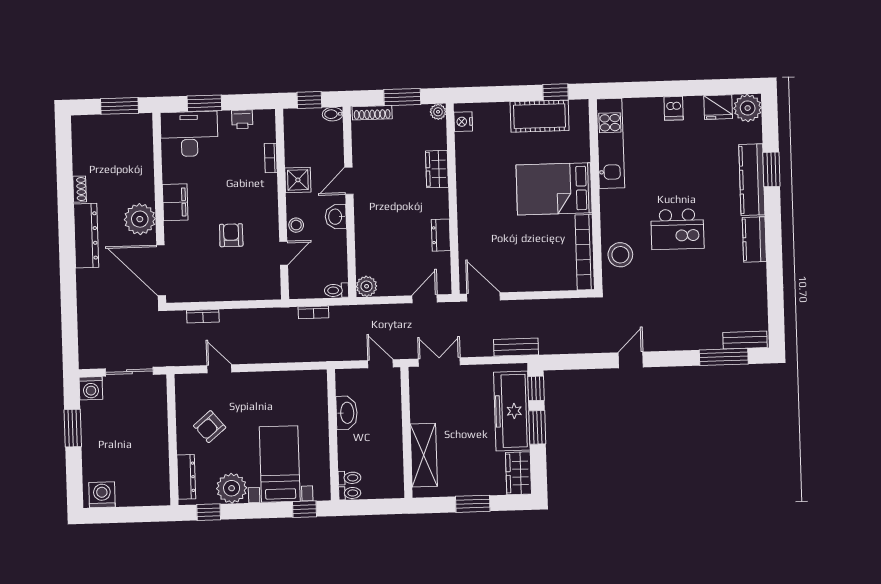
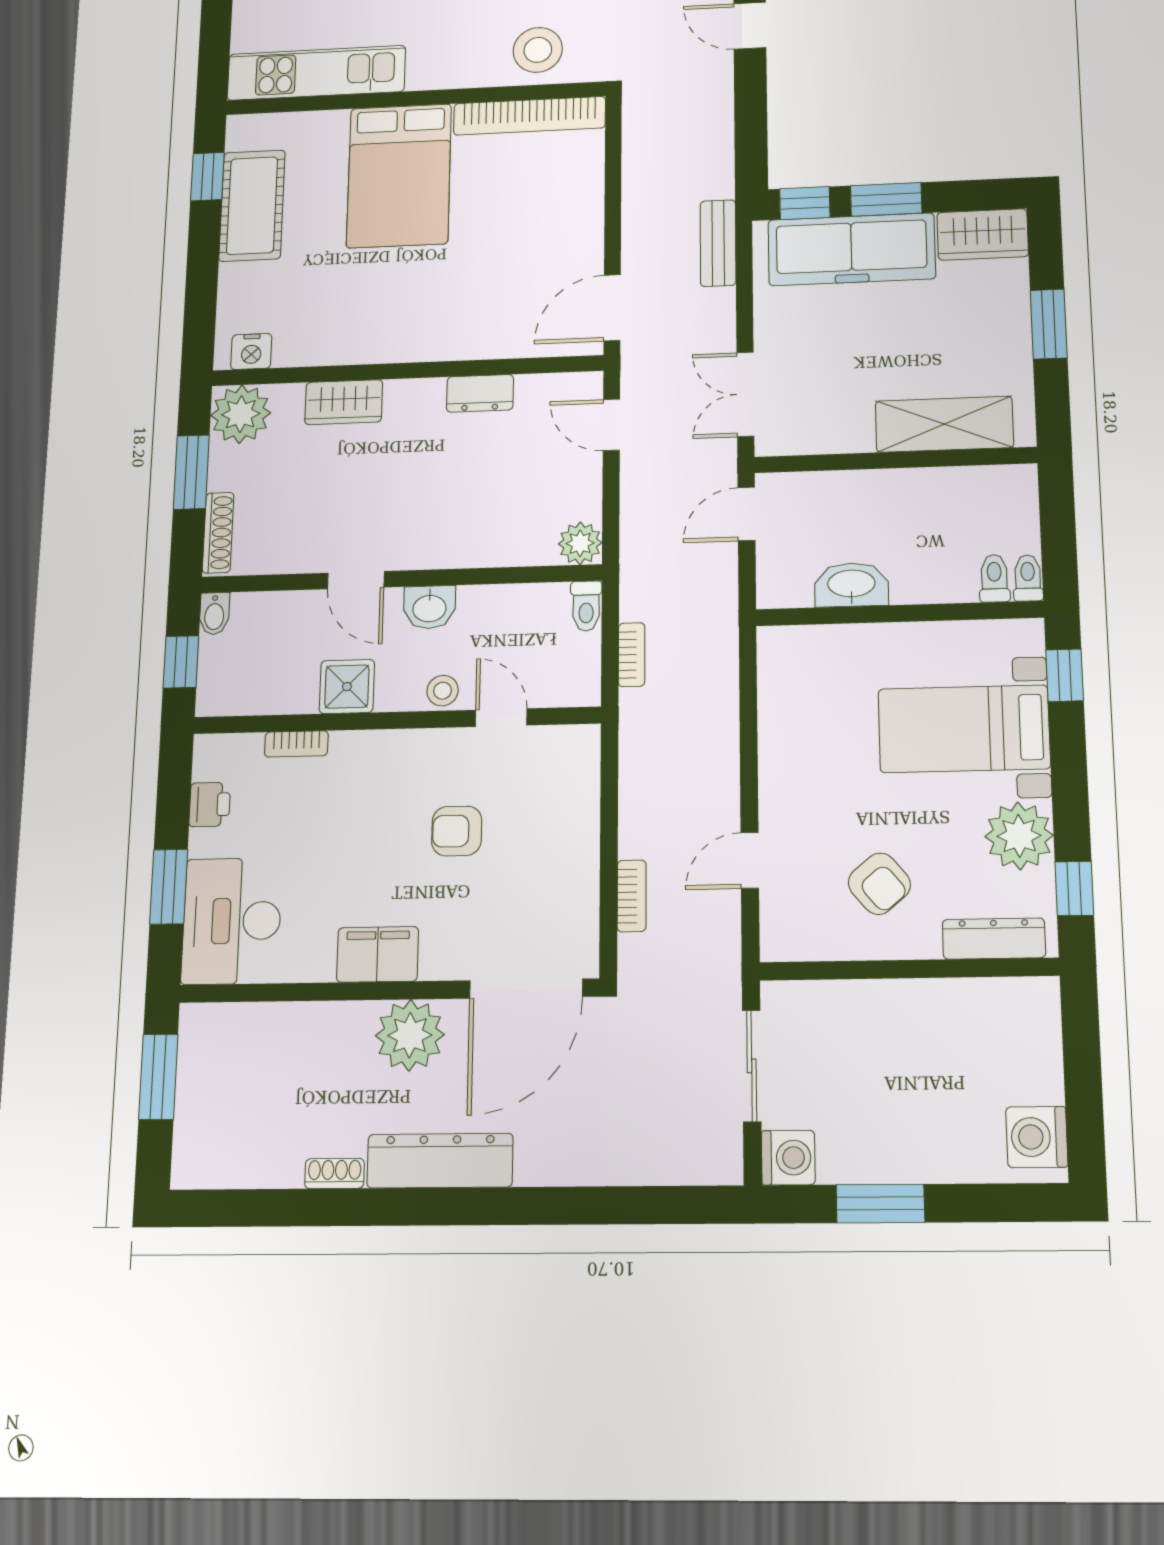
plant: (438, 112) -> (241, 414), width x1.88, depth x1.88

